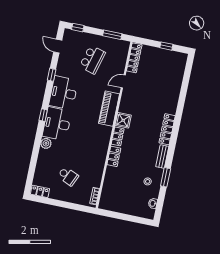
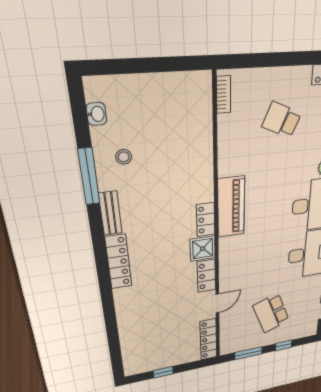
window: (78, 28) -> (284, 345), moved
school desk: (92, 60) -> (271, 313), turned -36
piano: (109, 109) -> (231, 207), moved
locker: (114, 156) -> (206, 276), moved
window: (166, 177) -> (89, 177), width x1.44

